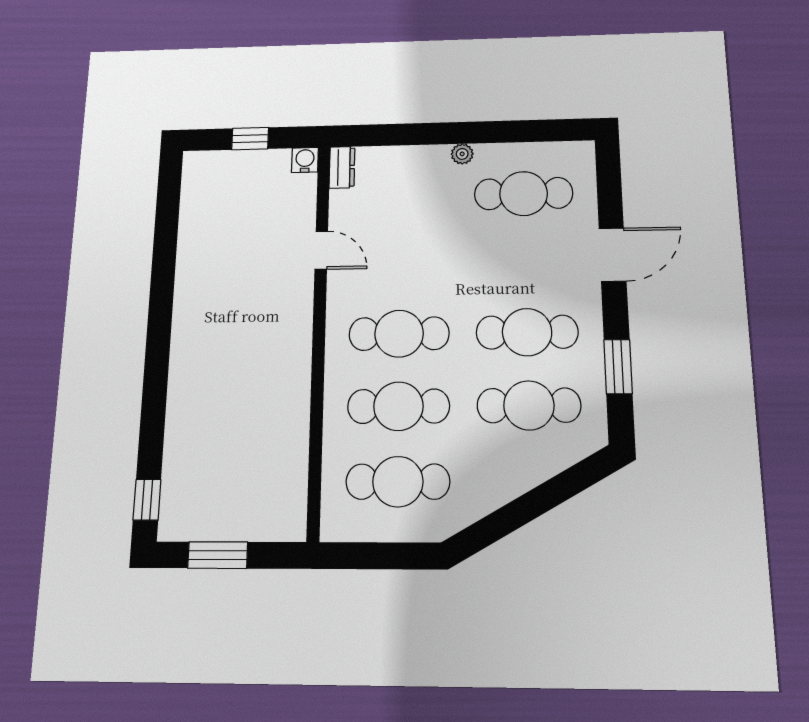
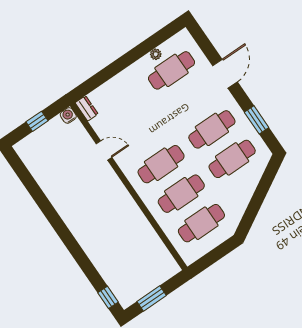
plant: (462, 154) -> (156, 54), moved

